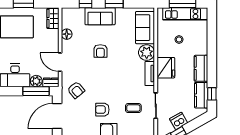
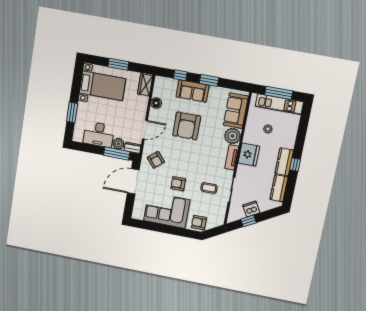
armchair: (100, 51) -> (187, 126), width x1.88, depth x1.88
door: (60, 62) -> (145, 130), swing flipped
window: (212, 94) -> (295, 165), moved

